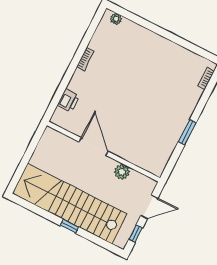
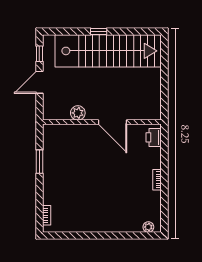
door: (94, 147) -> (112, 122), moved
wall: (103, 152) -> (102, 122), moved
plant: (122, 172) -> (78, 113), moved

